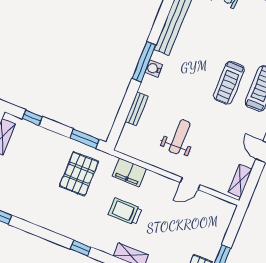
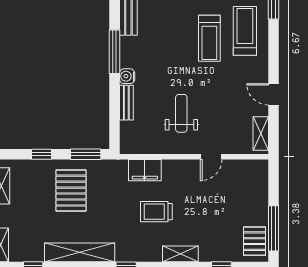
water cooler: (154, 69) -> (127, 76), moved
window: (32, 118) -> (41, 154), moved
pallet: (79, 174) -> (71, 191), moved
shelving: (46, 220) -> (80, 252), added

